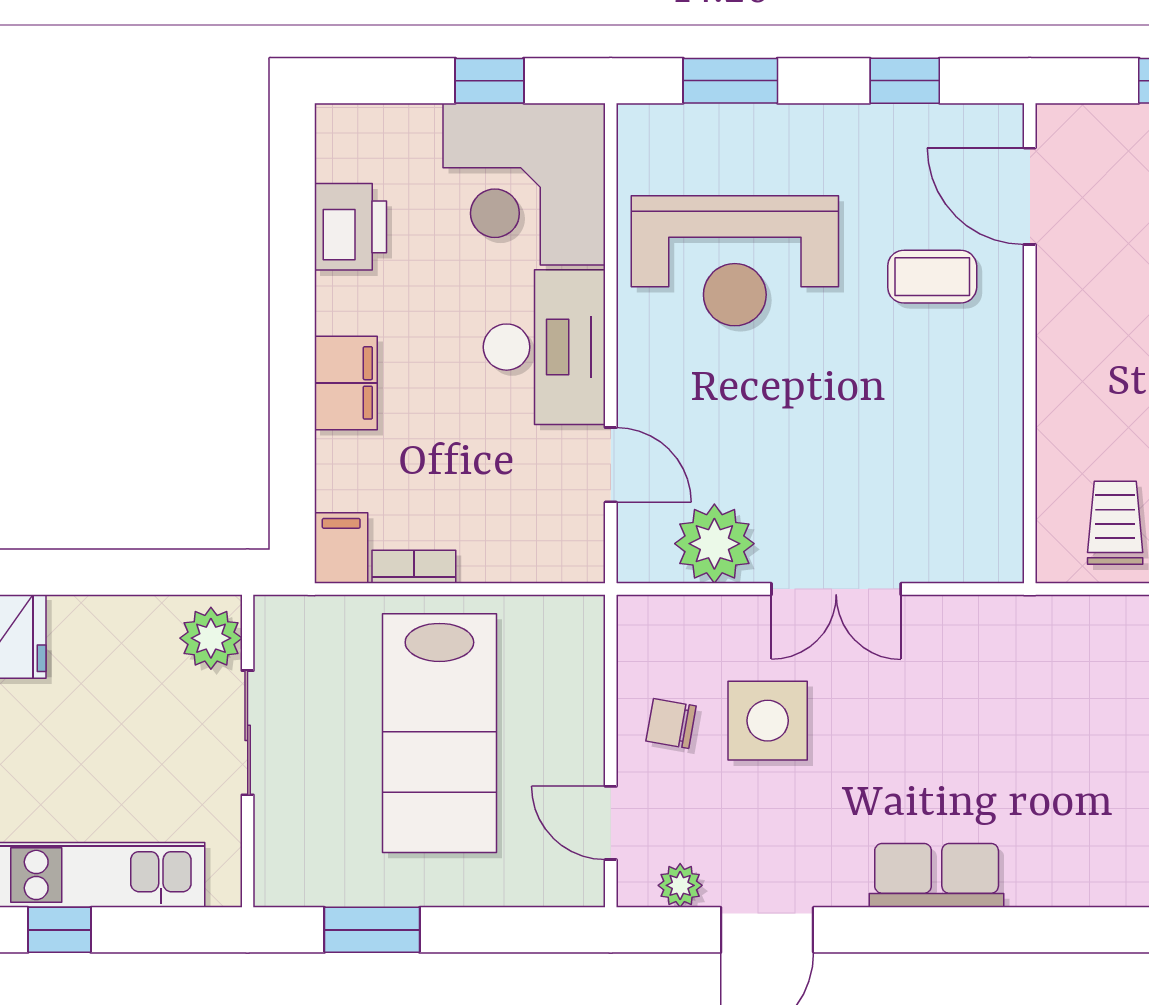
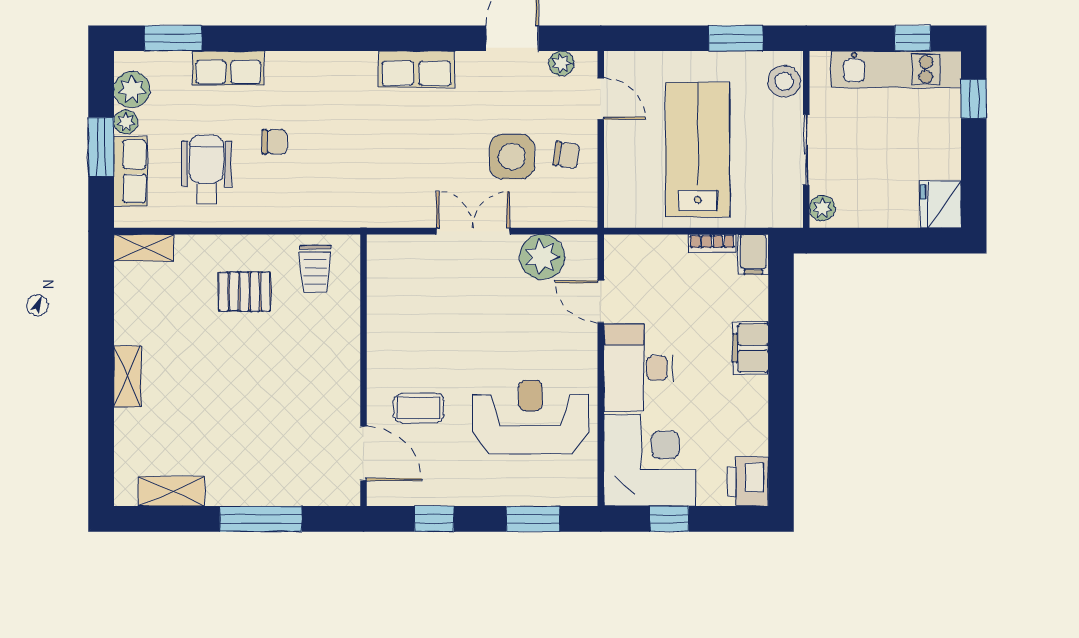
printer: (351, 227) -> (748, 482), moved
plant: (211, 638) -> (822, 208), width x0.73, depth x0.73
stool: (287, 854) -> (784, 81), added

